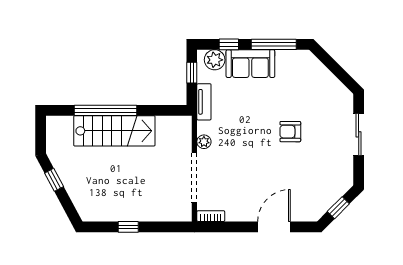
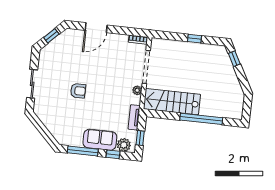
stairs: (114, 131) -> (172, 102), moved
window: (54, 180) -> (234, 59), moved

